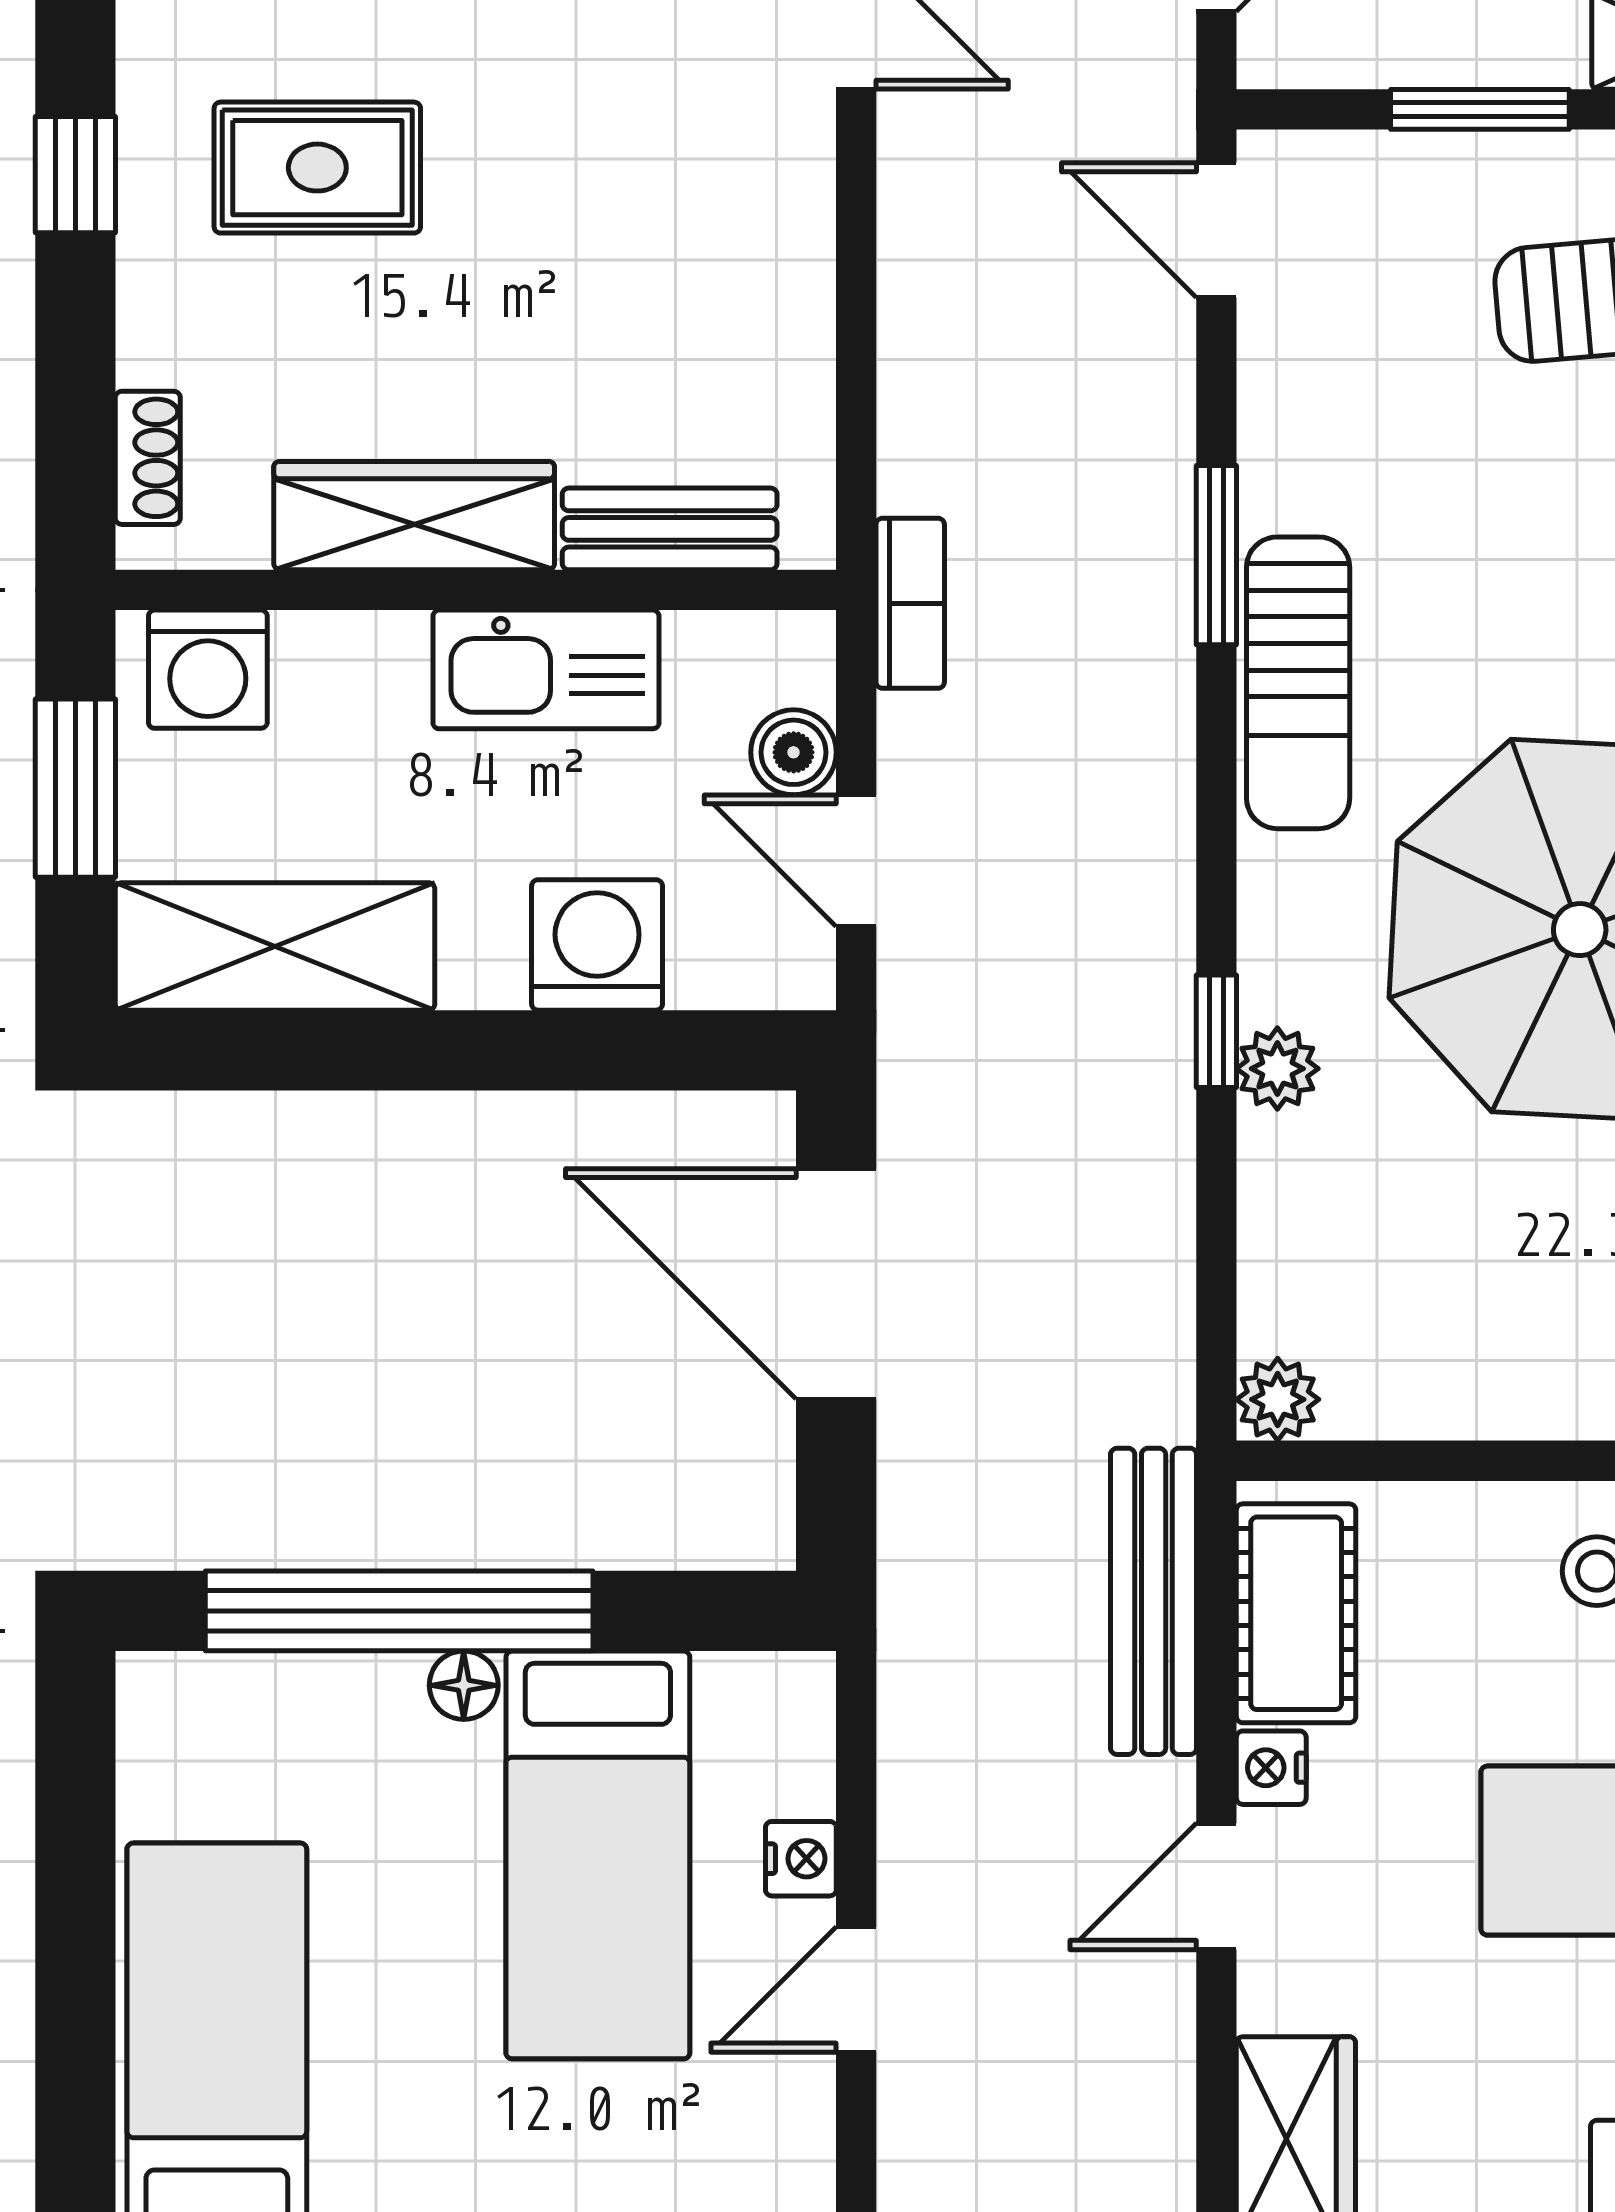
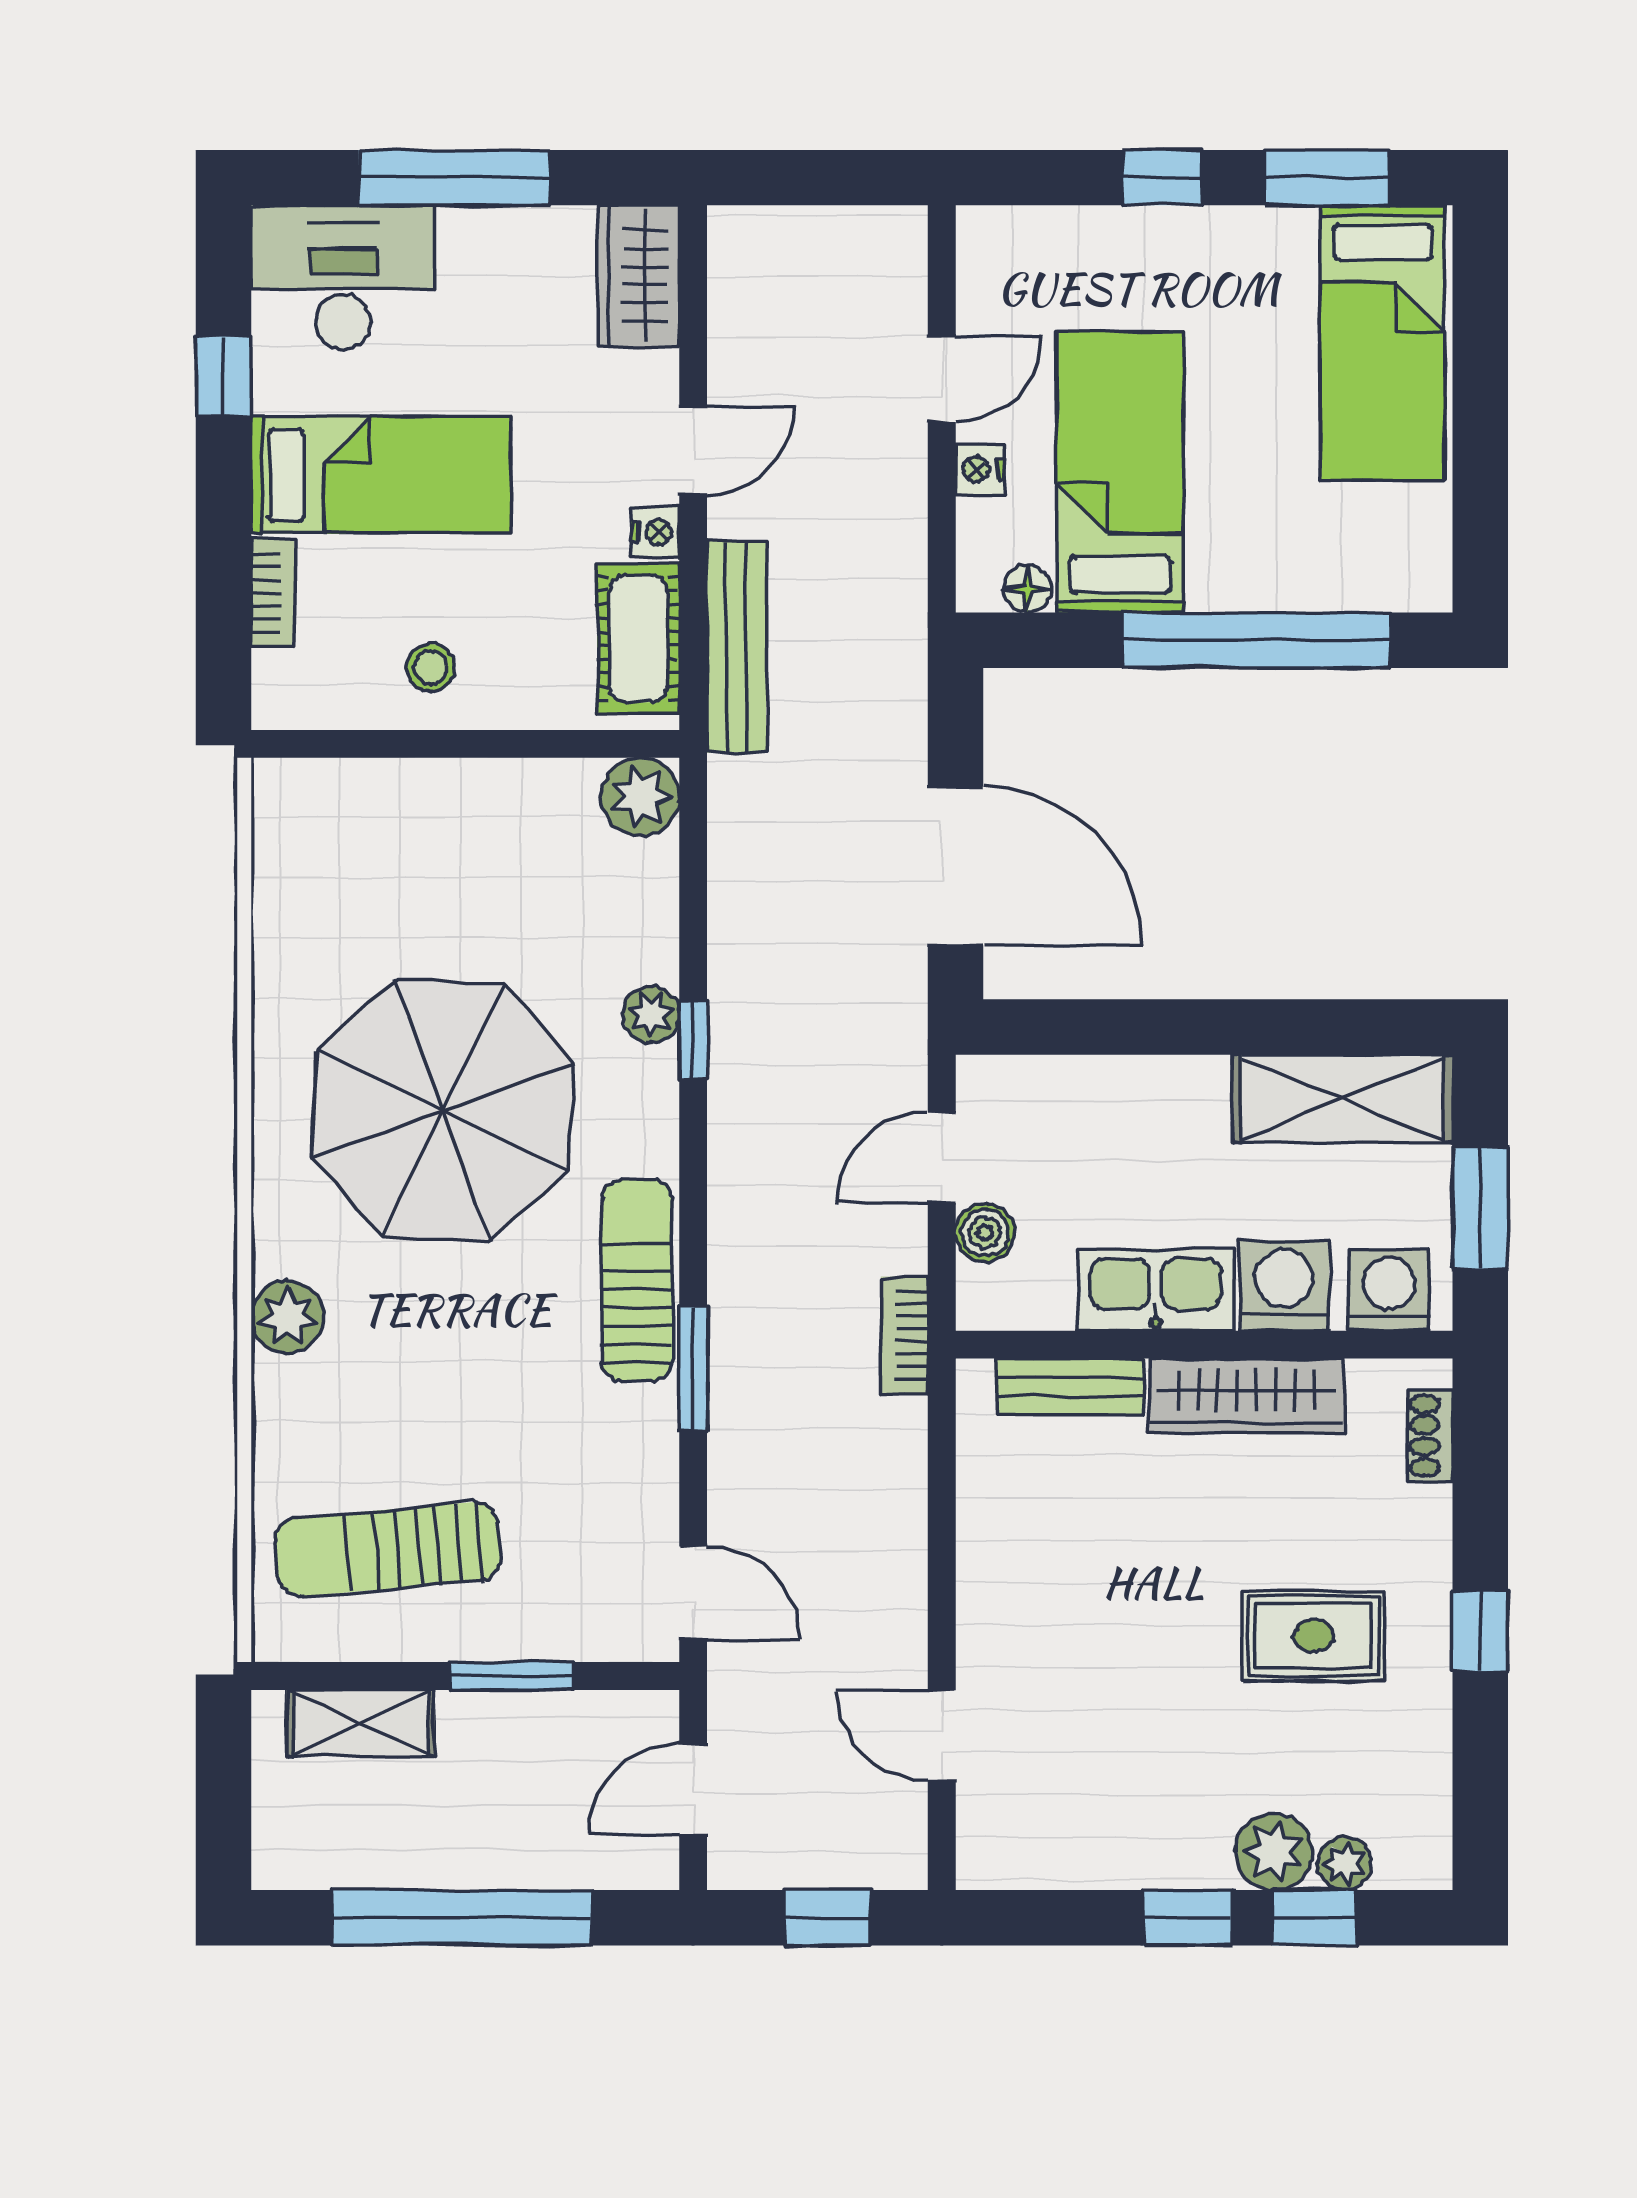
door: (856, 861) -> (942, 1158), swing flipped
washing machine: (597, 945) -> (1284, 1286), moved, turned 180
plant: (1278, 1399) -> (640, 797), width x1.38, depth x1.38
floor lamp: (464, 1685) -> (1027, 589), moved

